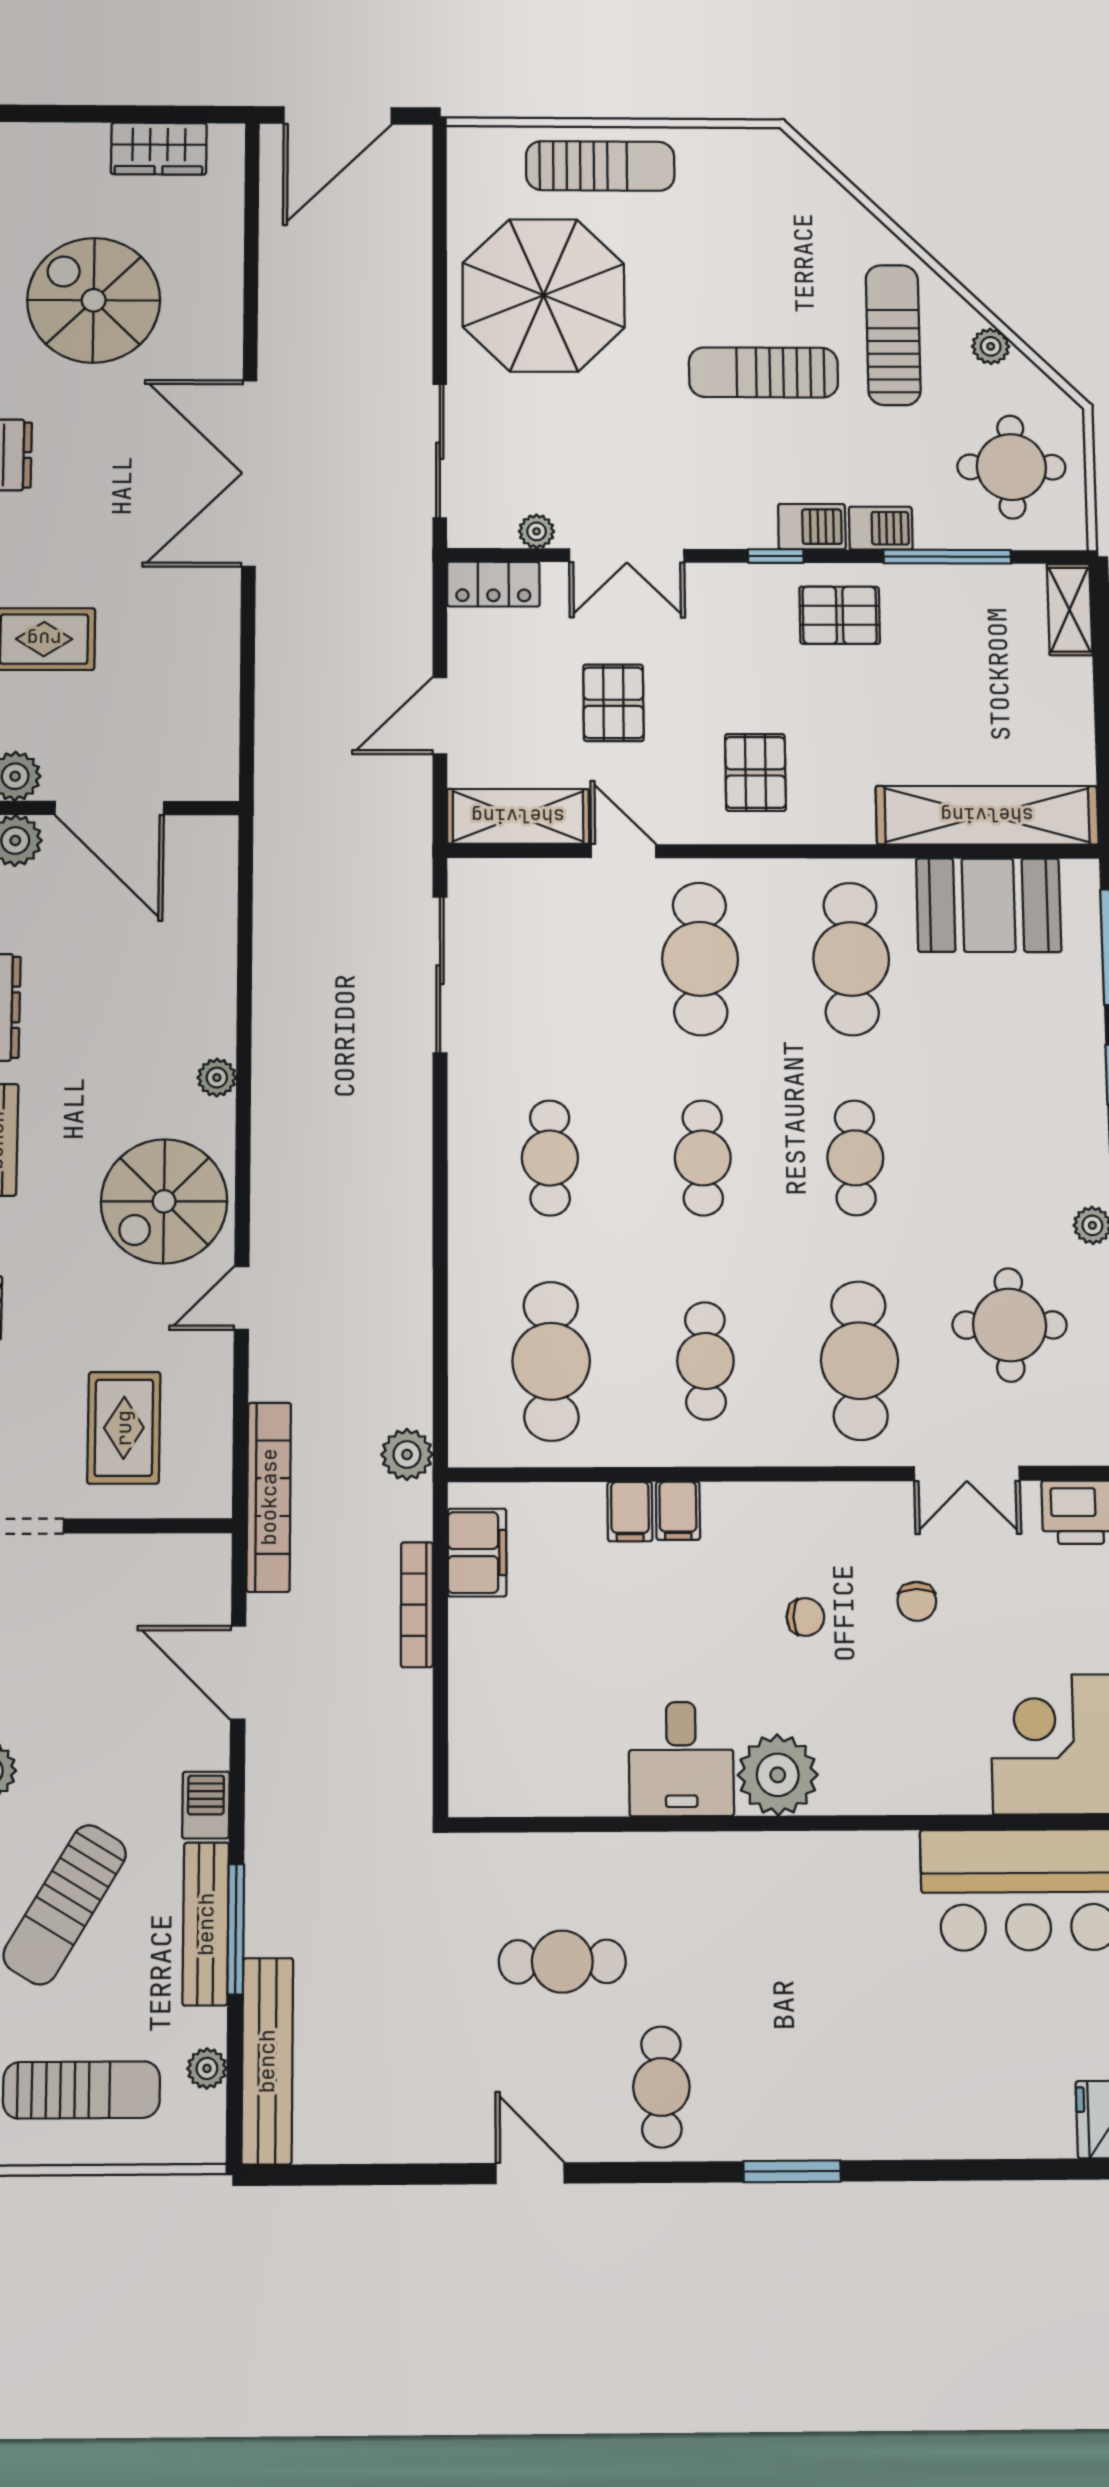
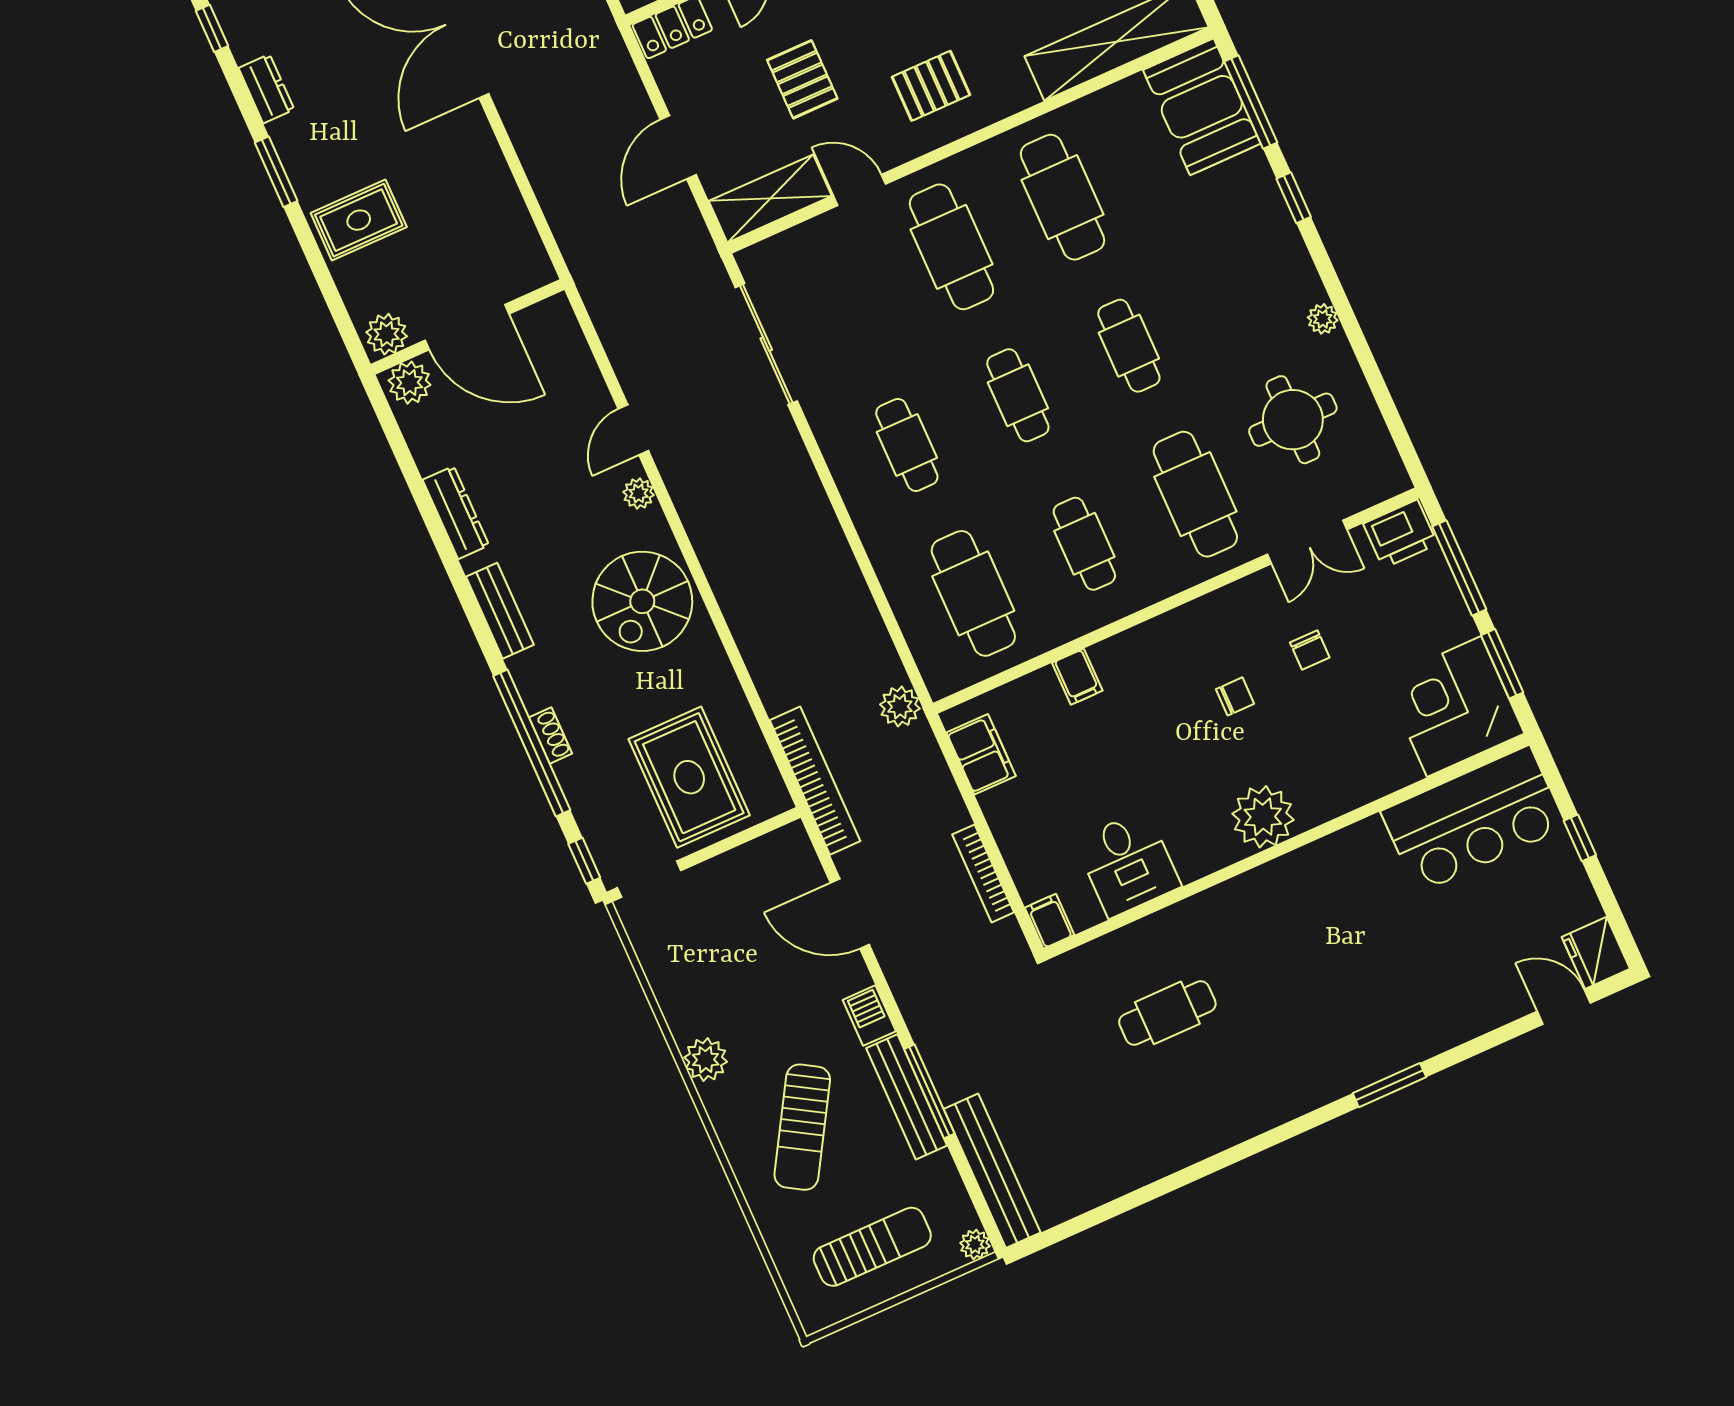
pallet: (756, 772) -> (931, 86), turned 90
booth: (989, 905) -> (1202, 107), moved, turned 90
door: (242, 1298) -> (633, 430), moved
rug: (124, 1428) -> (689, 777), width x1.36, depth x1.43
filing cabinet: (678, 1511) -> (1050, 921), moved, turned 180
bookcase: (417, 1605) -> (983, 873), moved
desk: (681, 1759) -> (1128, 864), moved
plant: (207, 2068) -> (975, 1244), moved
cafe table: (661, 2087) -> (1274, 1068), removed
door: (530, 2173) -> (1564, 1007), moved

